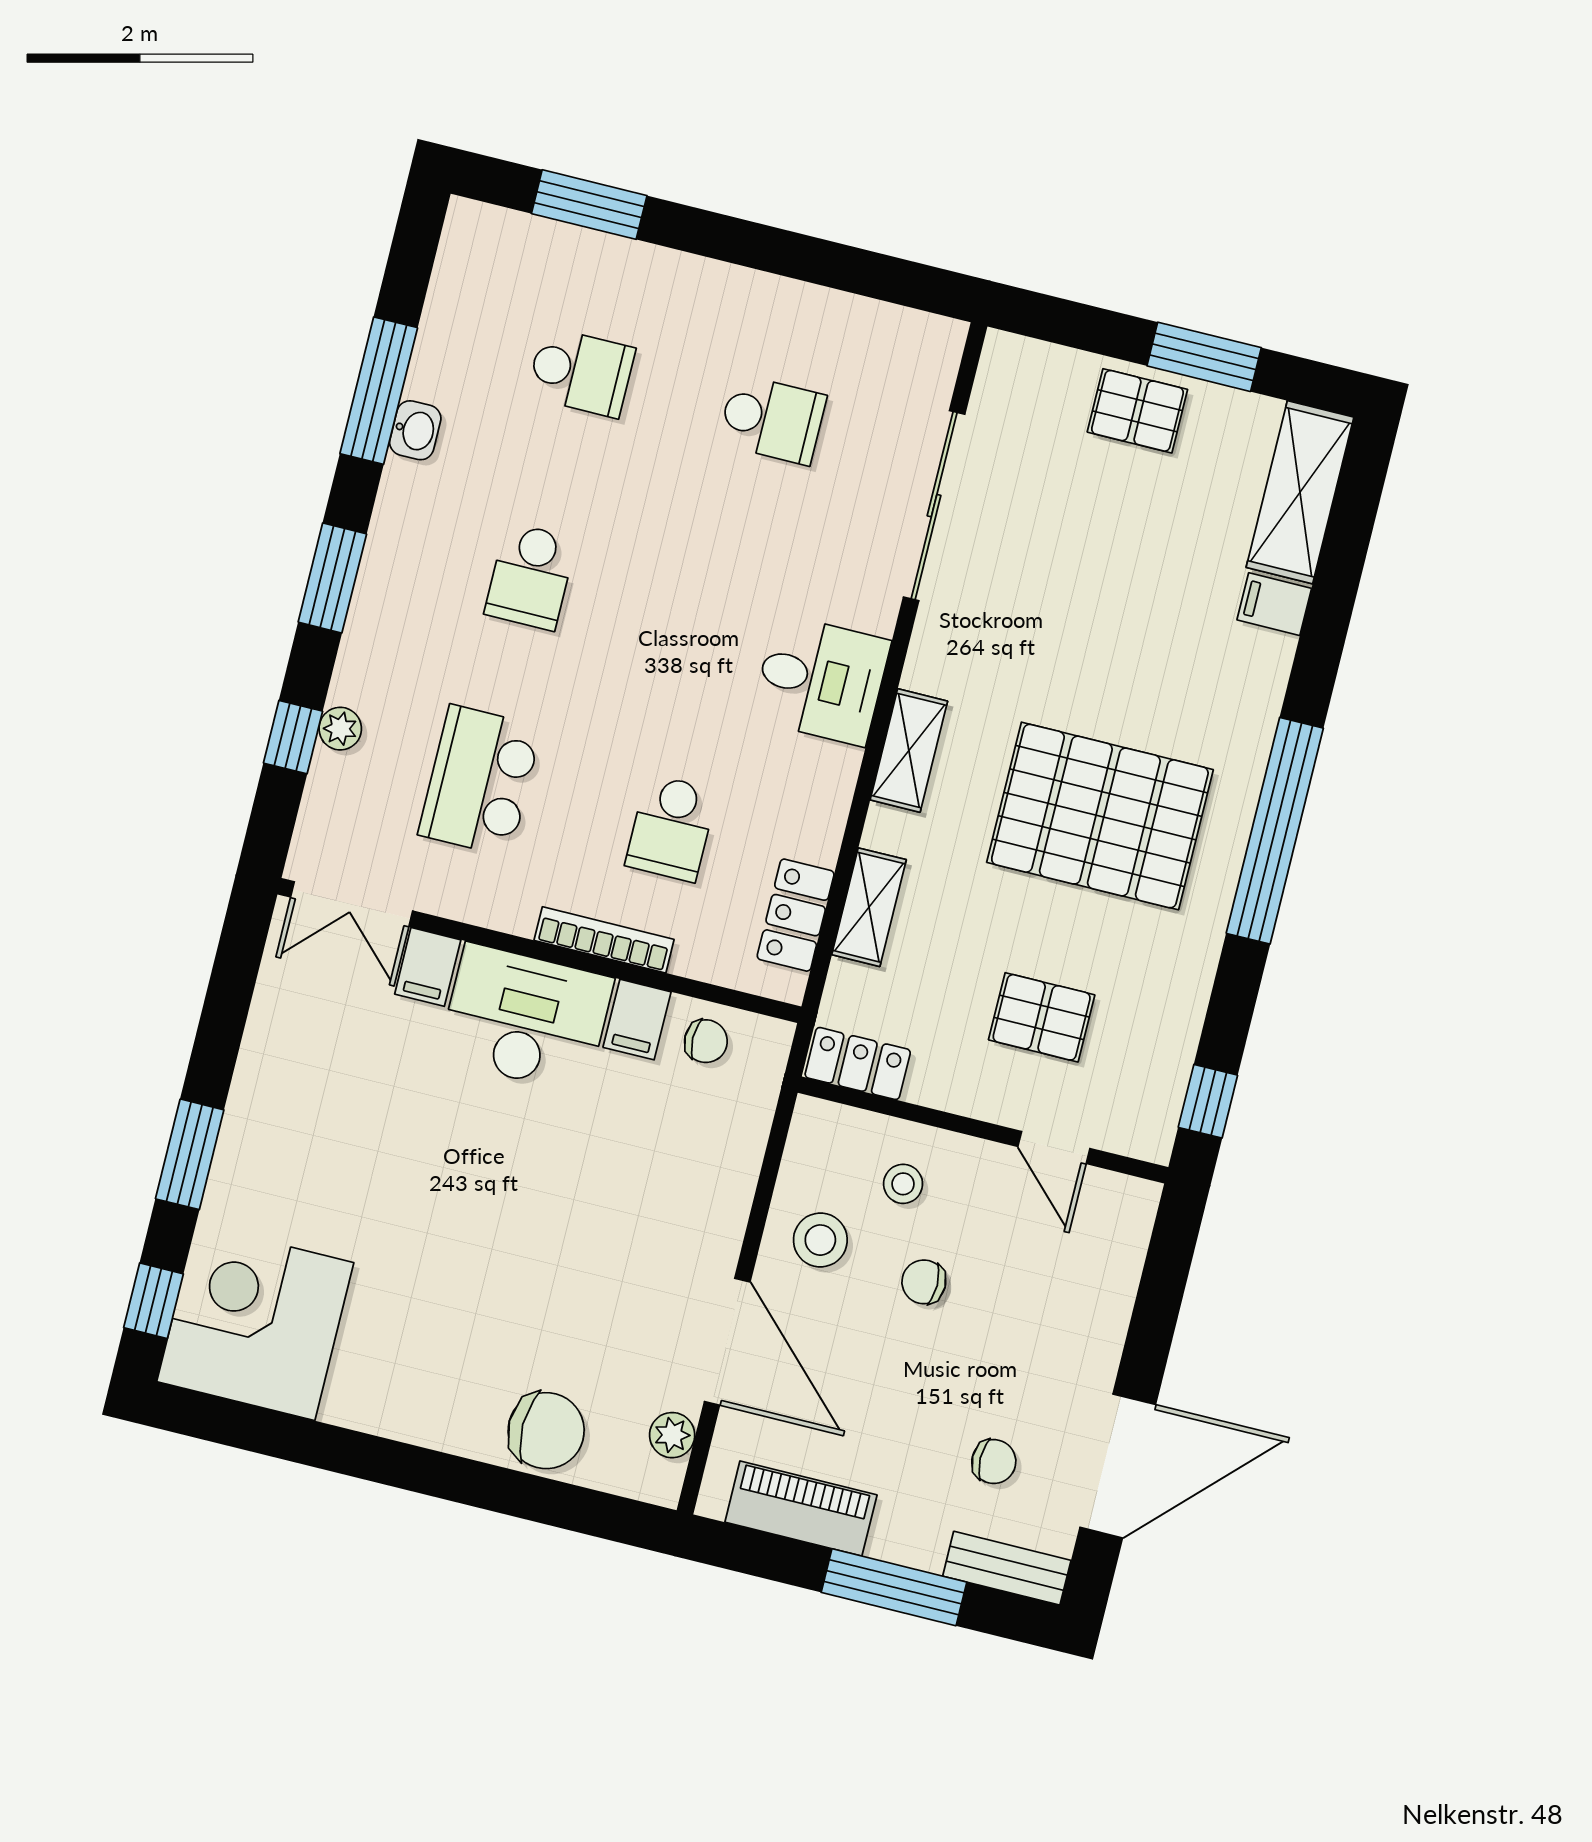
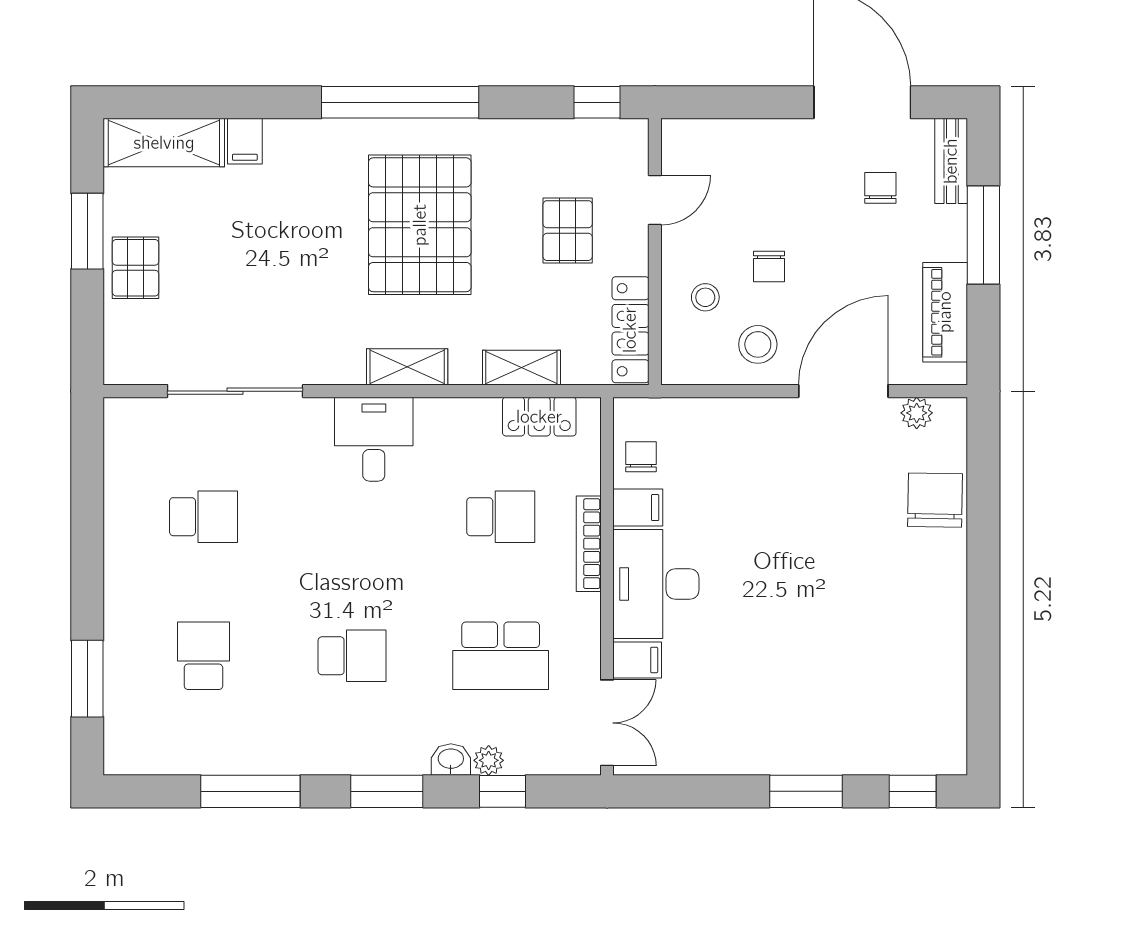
school desk: (772, 420) -> (203, 517), turned 90
washbasin: (415, 430) -> (451, 760), moved
locker: (858, 1064) -> (630, 330), width x1.53
corner desk: (255, 1322) -> (910, 718), removed

